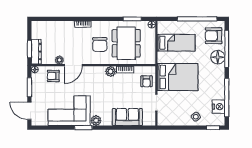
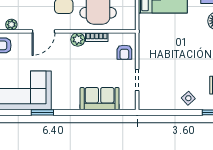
door: (73, 65) -> (43, 31), moved
bed: (178, 77) -> (165, 47), removed
plant: (96, 120) -> (59, 103), removed

